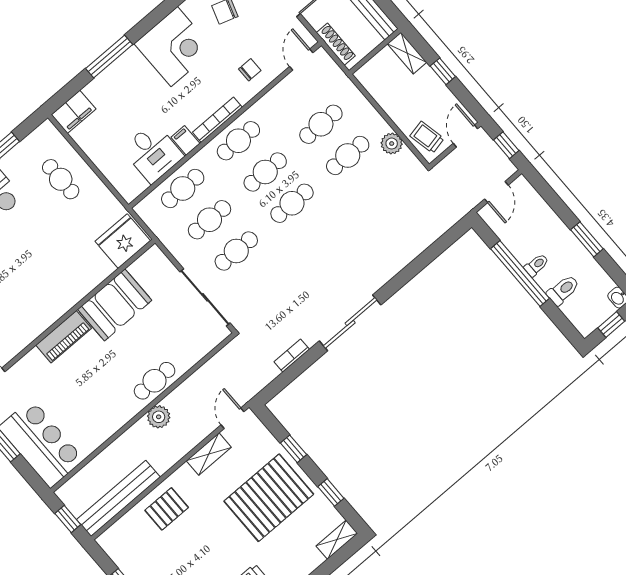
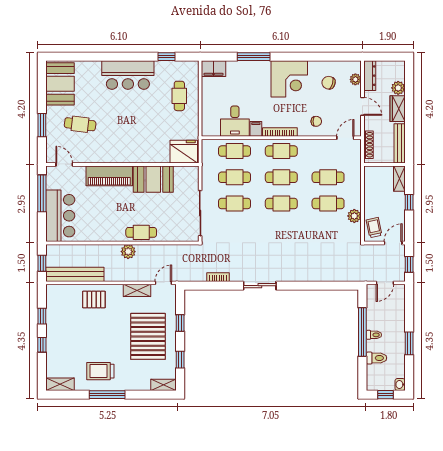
sliding door: (350, 323) -> (260, 286), width x0.73
piano: (64, 337) -> (109, 176), width x1.37, depth x1.33
pallet: (269, 498) -> (148, 336), turned 90

